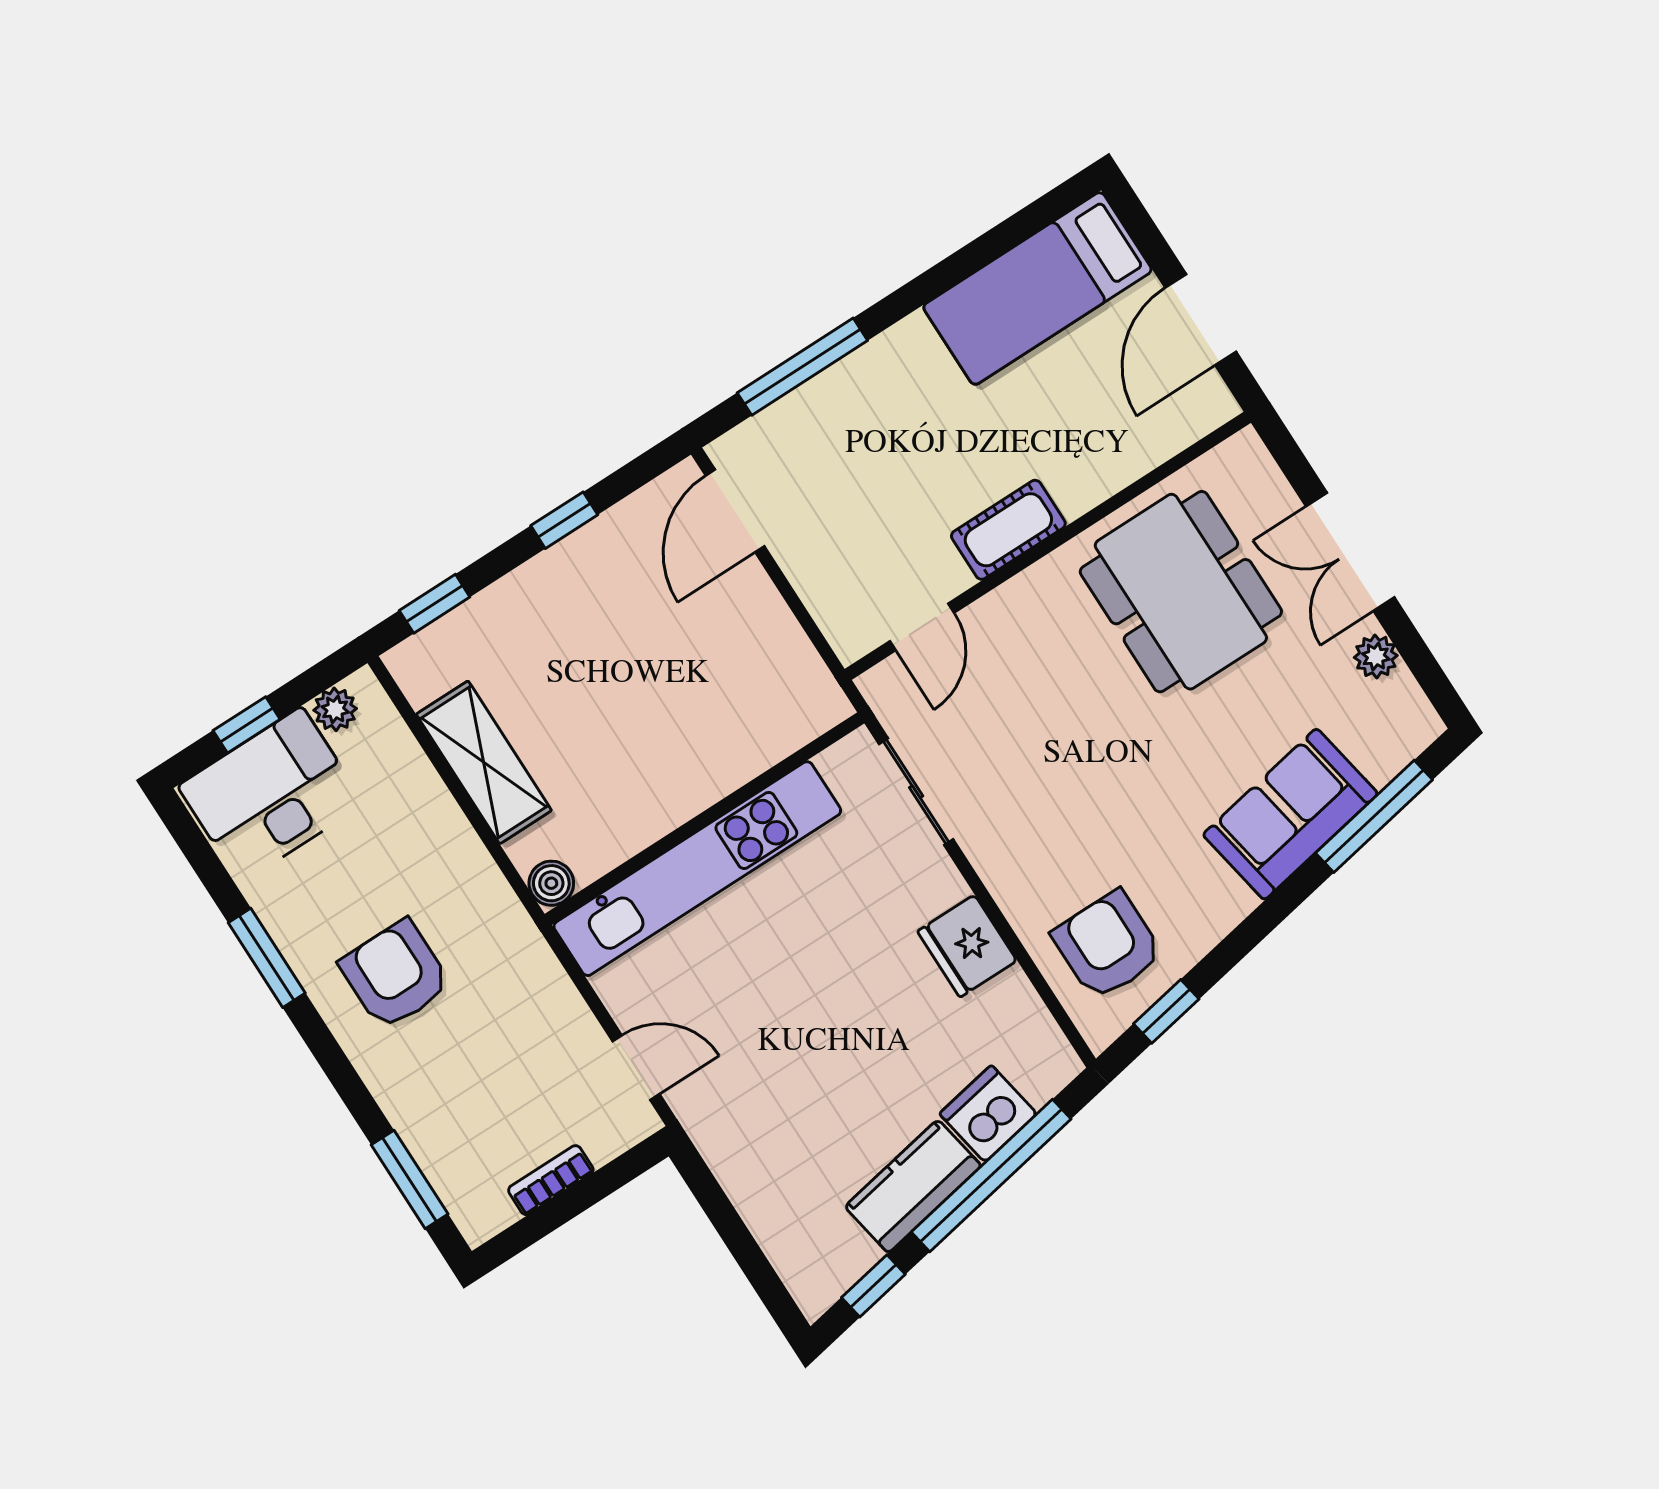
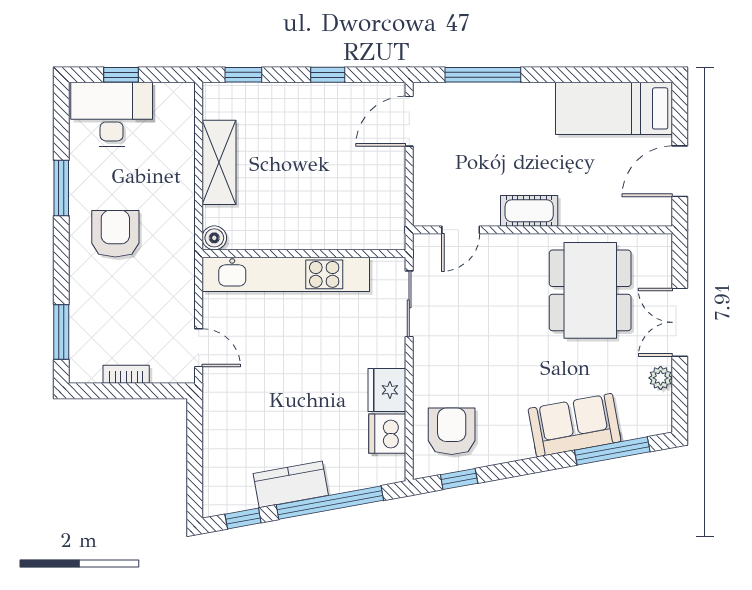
plant: (335, 709) -> (166, 94), removed
dishwasher: (988, 1114) -> (387, 434), moved, turned -80

